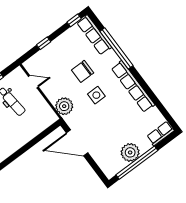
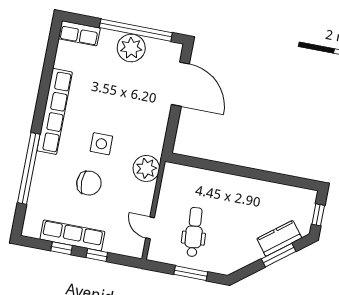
window: (74, 20) -> (62, 248), moved
row of seats: (94, 35) -> (72, 235), moved, turned -90
door: (77, 143) -> (180, 84), moved

